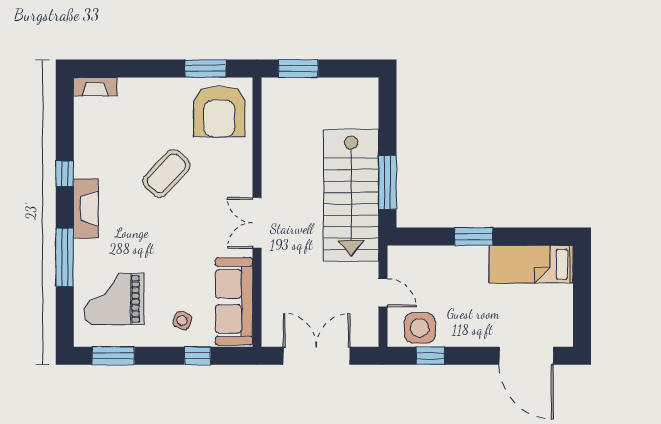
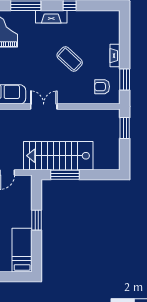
fireplace: (95, 87) -> (115, 56), moved
armchair: (219, 111) -> (102, 87), width x0.53, depth x0.53

